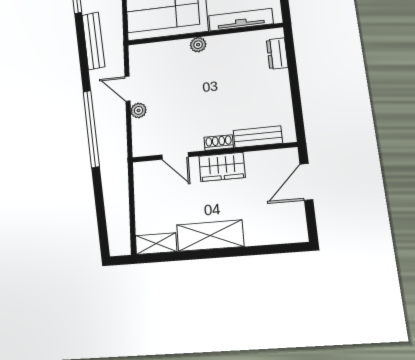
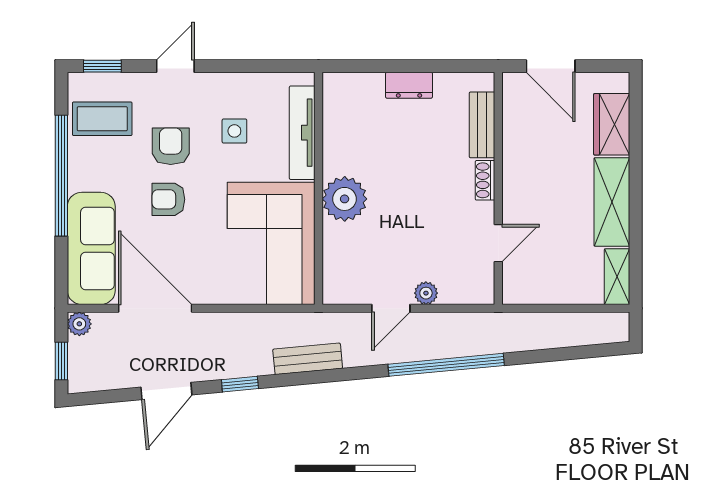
bench: (93, 41) -> (308, 359), width x0.73
plant: (198, 45) -> (345, 199), width x1.87, depth x1.87
dresser: (277, 53) -> (409, 85), moved
wardrobe: (222, 167) -> (612, 124), moved, turned 180

